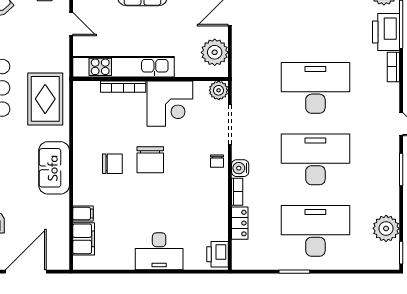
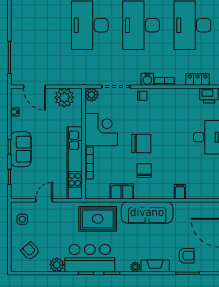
sofa: (54, 168) -> (147, 212), width x1.36
locker: (240, 223) -> (198, 79), moved
filing cabinet: (84, 239) -> (122, 191), moved

